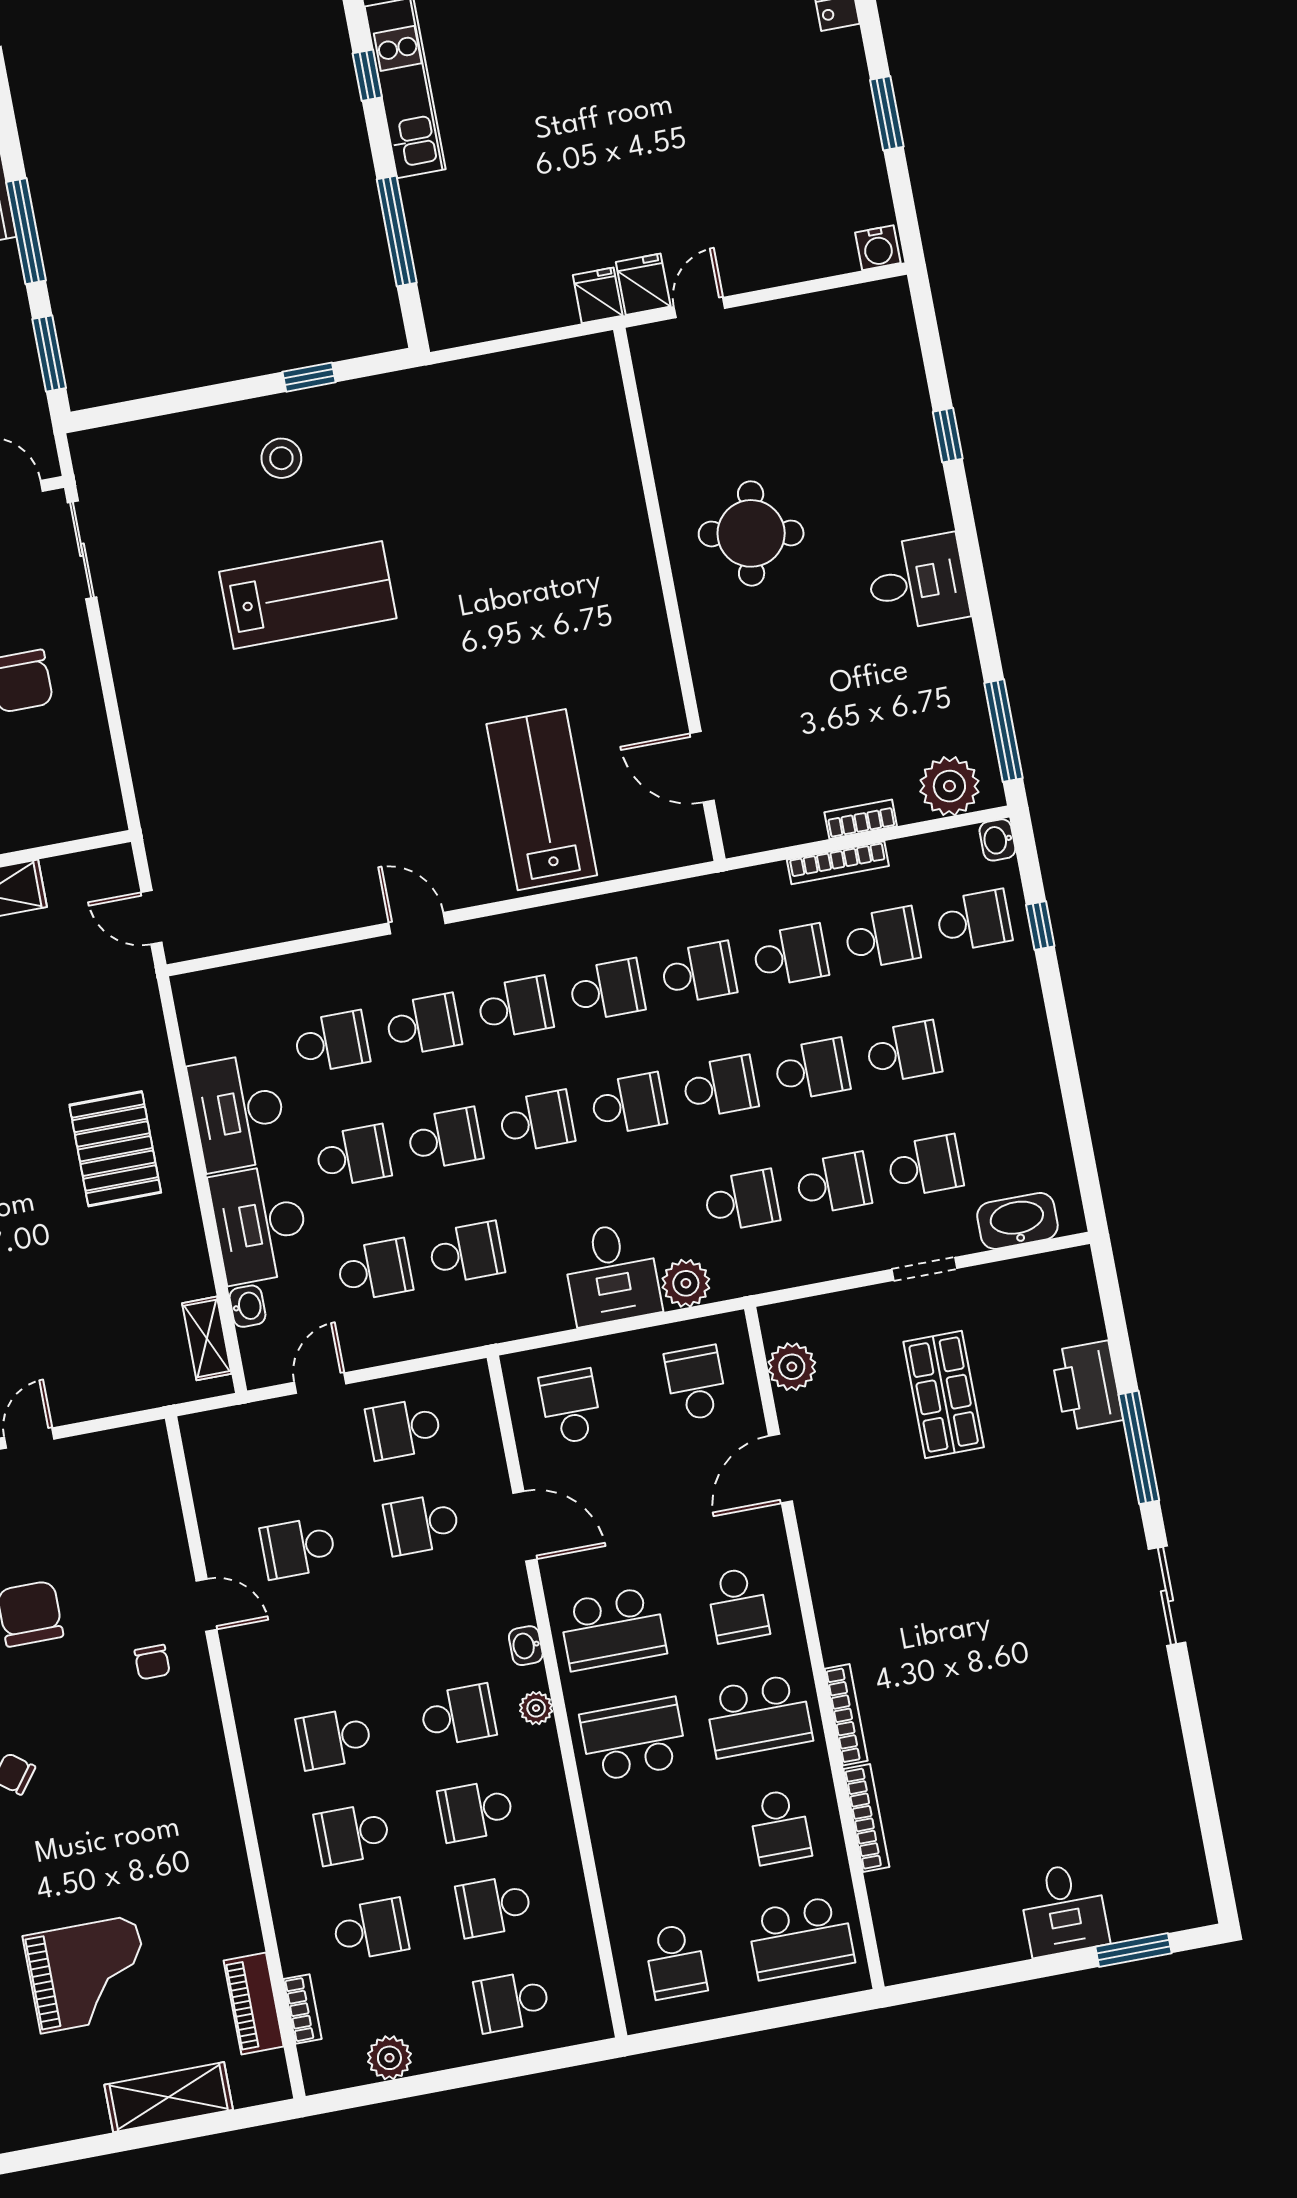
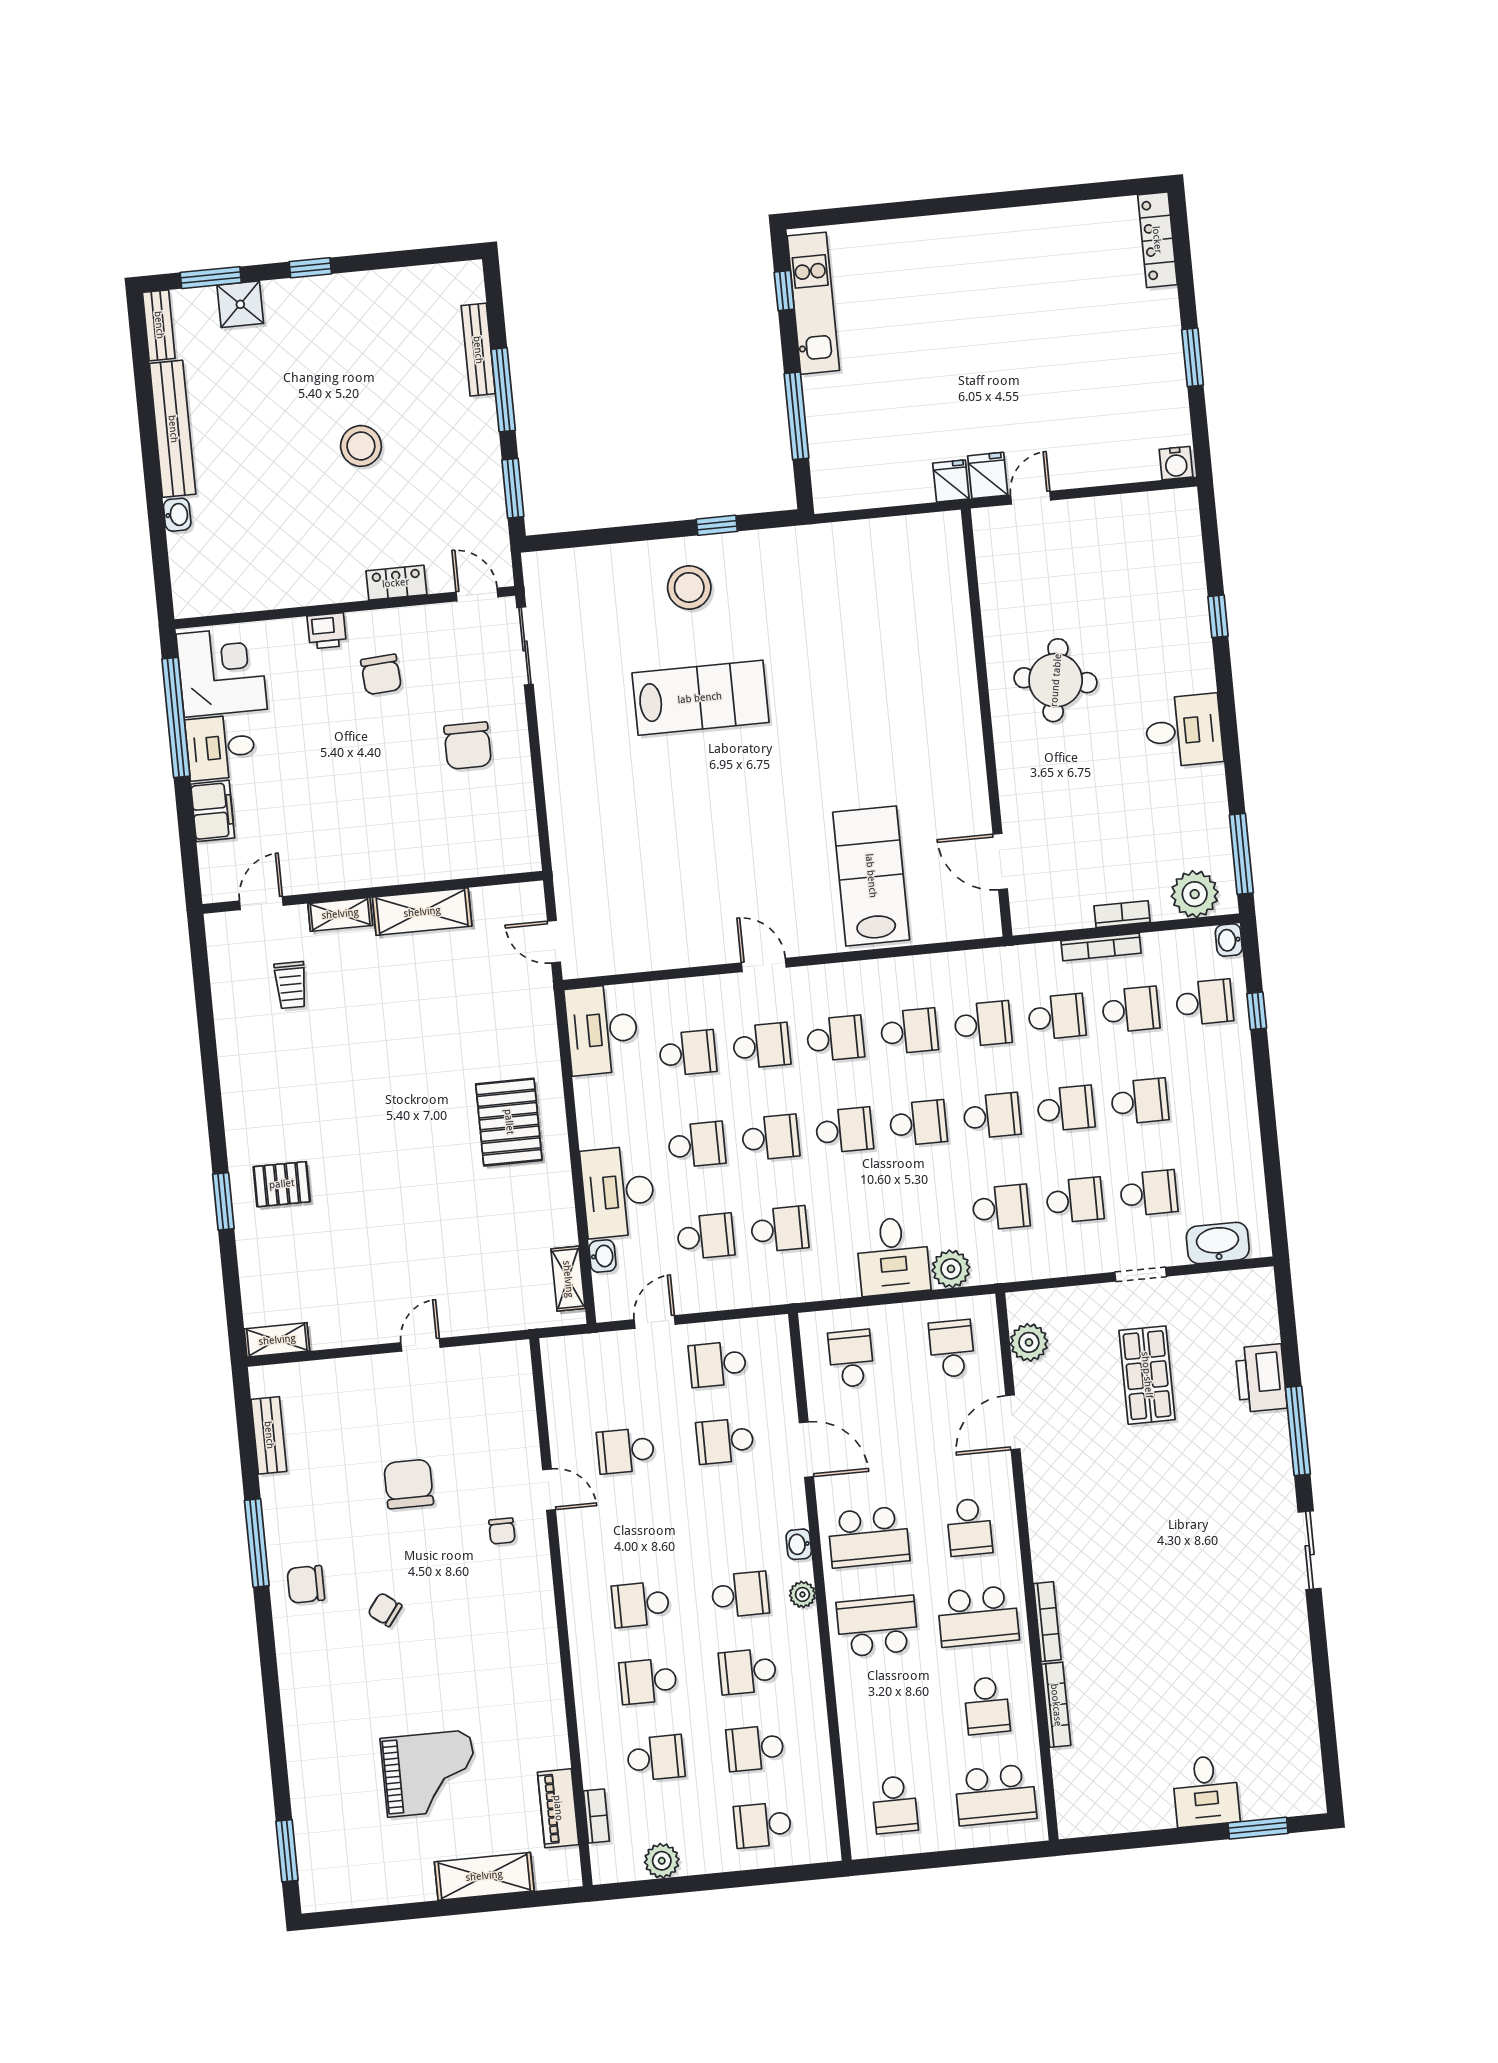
stool: (281, 458) -> (689, 587), width x1.38, depth x1.38
desk: (238, 1112) -> (602, 1030), moved

